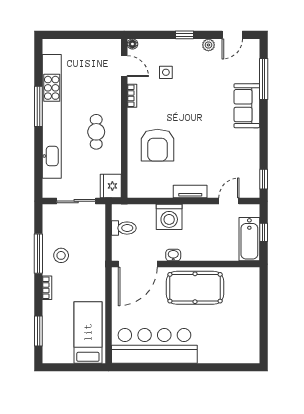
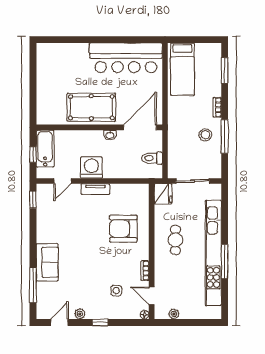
plant: (98, 45) -> (174, 314), added
armchair: (157, 145) -> (123, 229), turned -90
washing machine: (169, 217) -> (91, 168), moved

